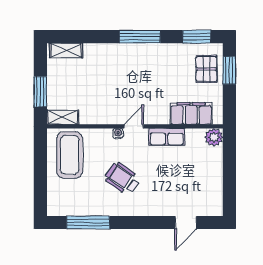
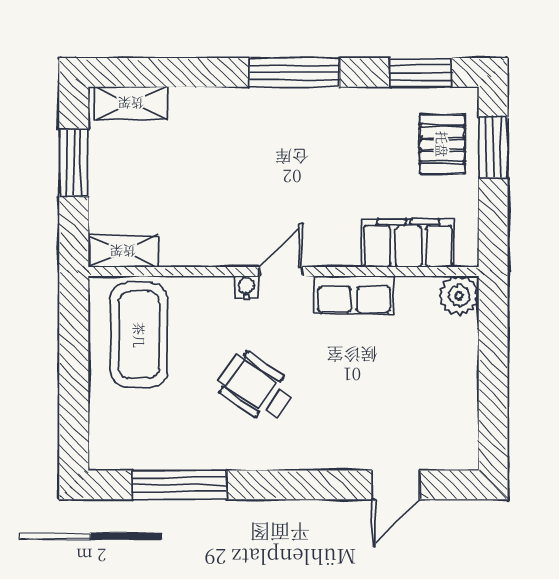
window: (40, 92) -> (74, 163), moved

